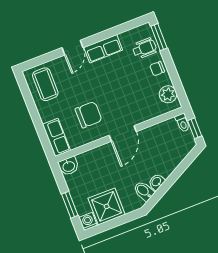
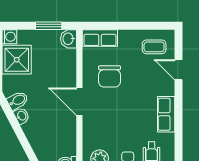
door: (72, 48) -> (178, 70), moved
coffee table: (45, 84) -> (154, 47), width x0.73, depth x0.77
window: (70, 205) -> (49, 26), moved

